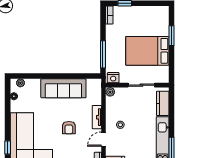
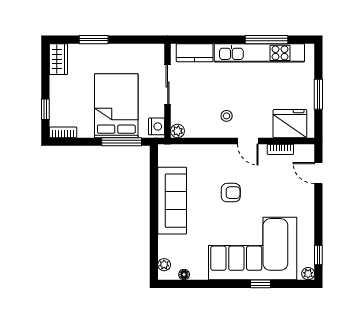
wardrobe: (158, 12) -> (58, 59), added
bed: (147, 51) -> (116, 106), moved, turned 180
tv unit: (97, 117) -> (215, 151), removed

